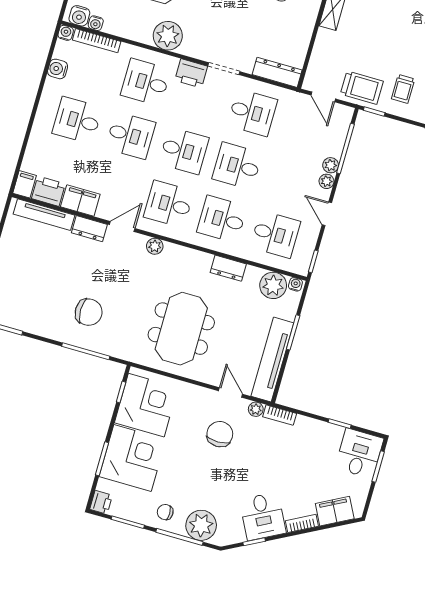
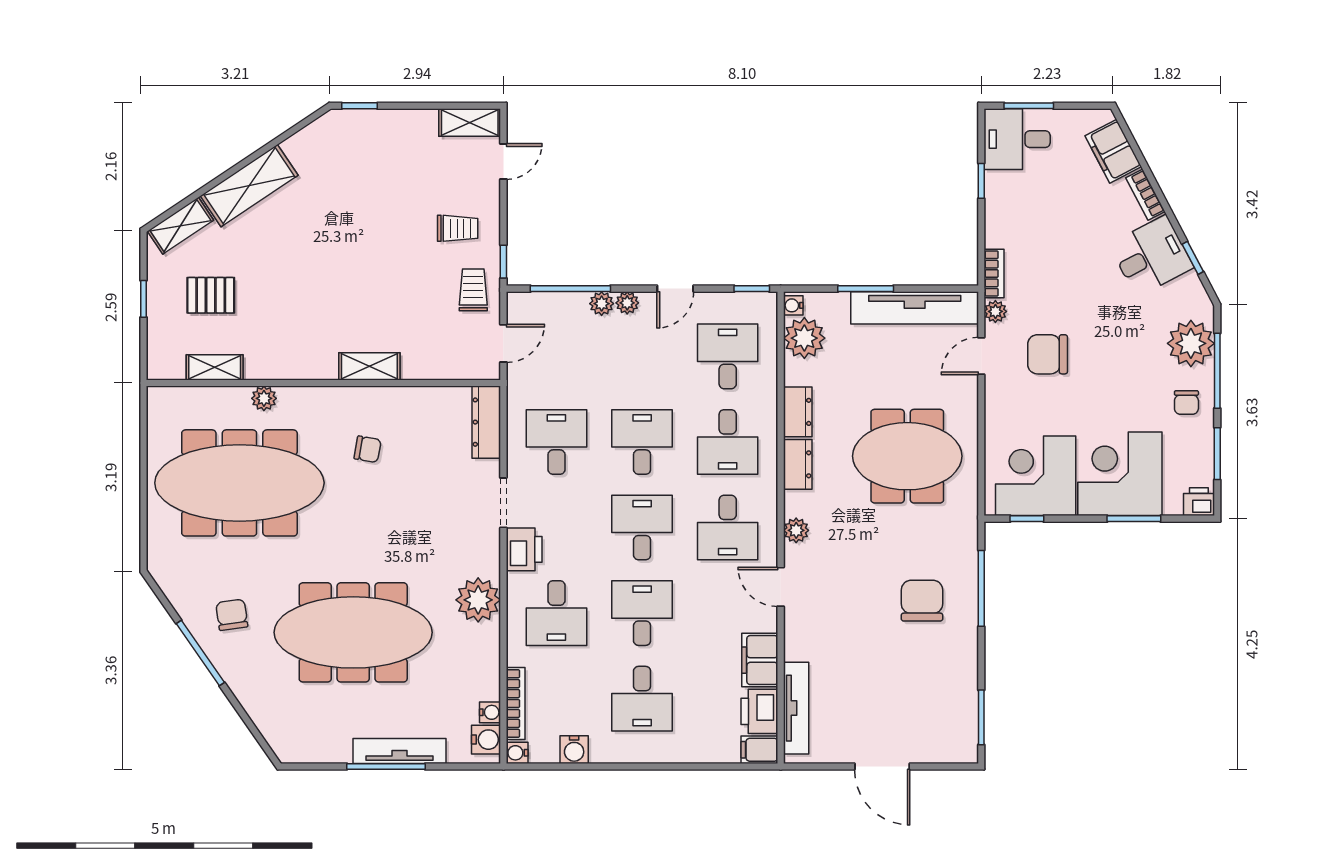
trolley: (362, 88) -> (473, 290), width x0.73, depth x0.72
desk: (237, 166) -> (642, 442), turned 180
dresser: (89, 229) -> (798, 464), moved

